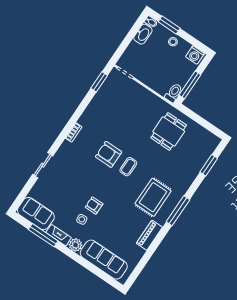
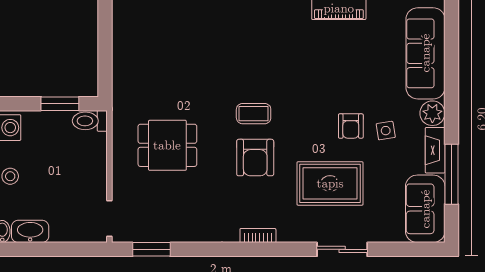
window: (190, 85) -> (60, 104), width x0.69
dining table: (169, 131) -> (167, 145), moved
rug: (153, 197) -> (330, 183), moved

